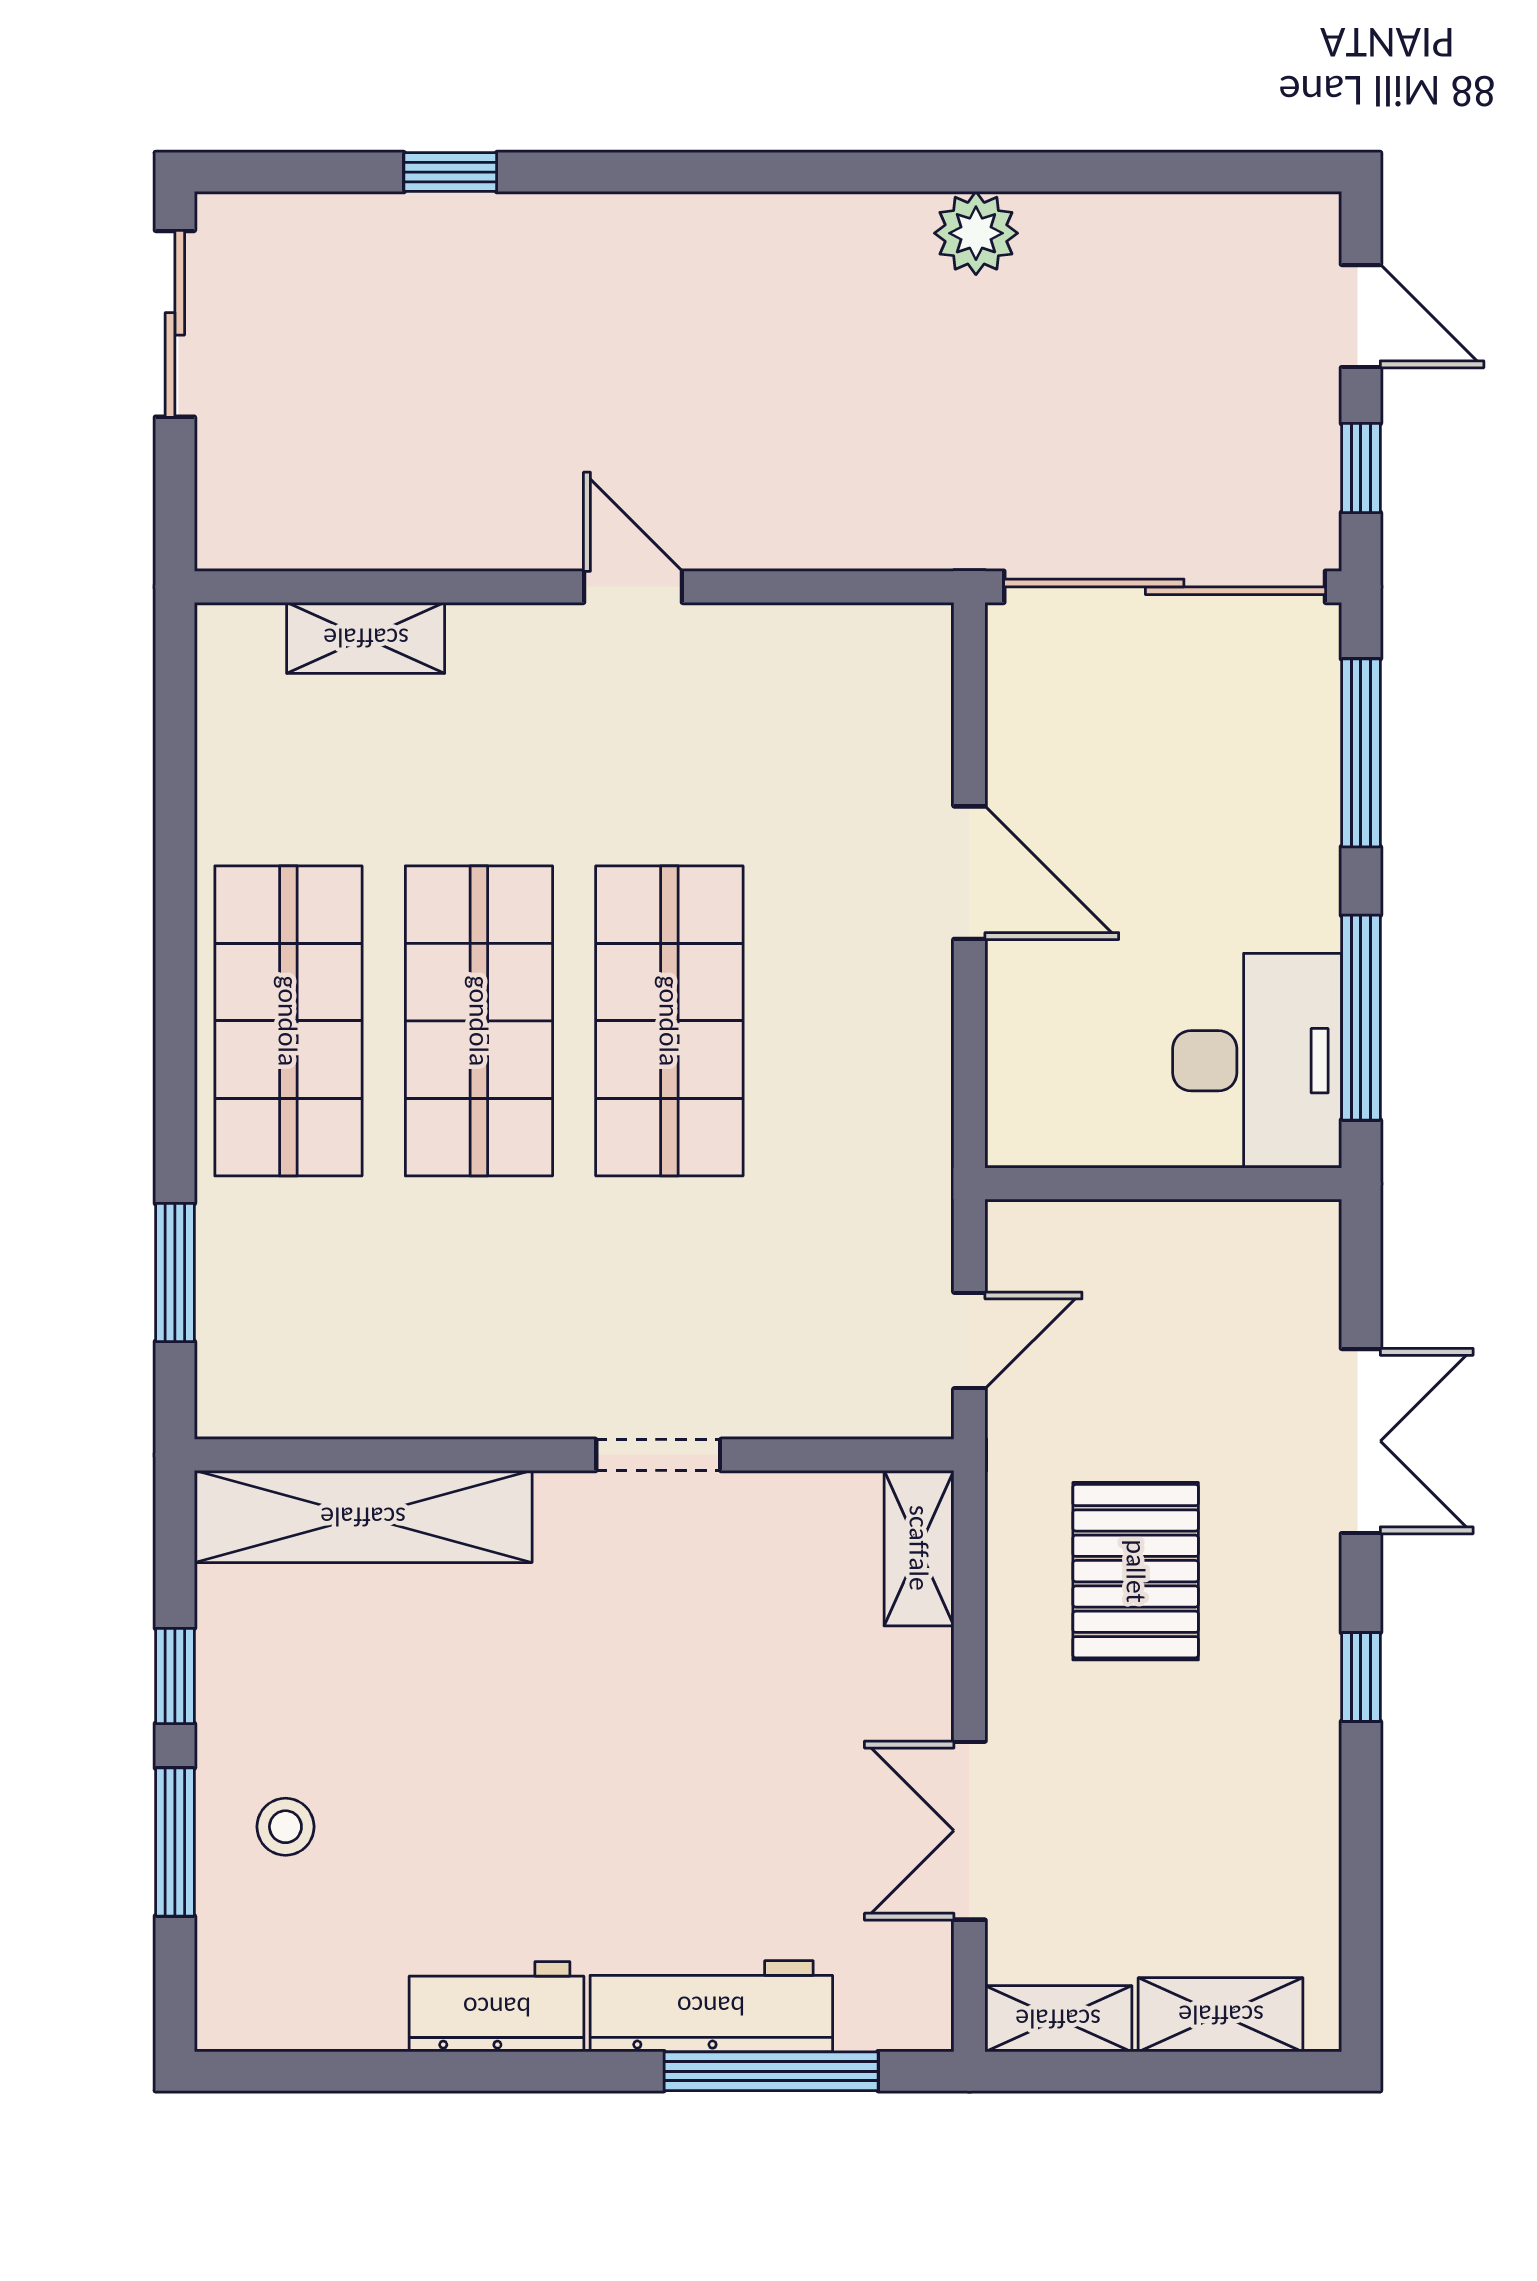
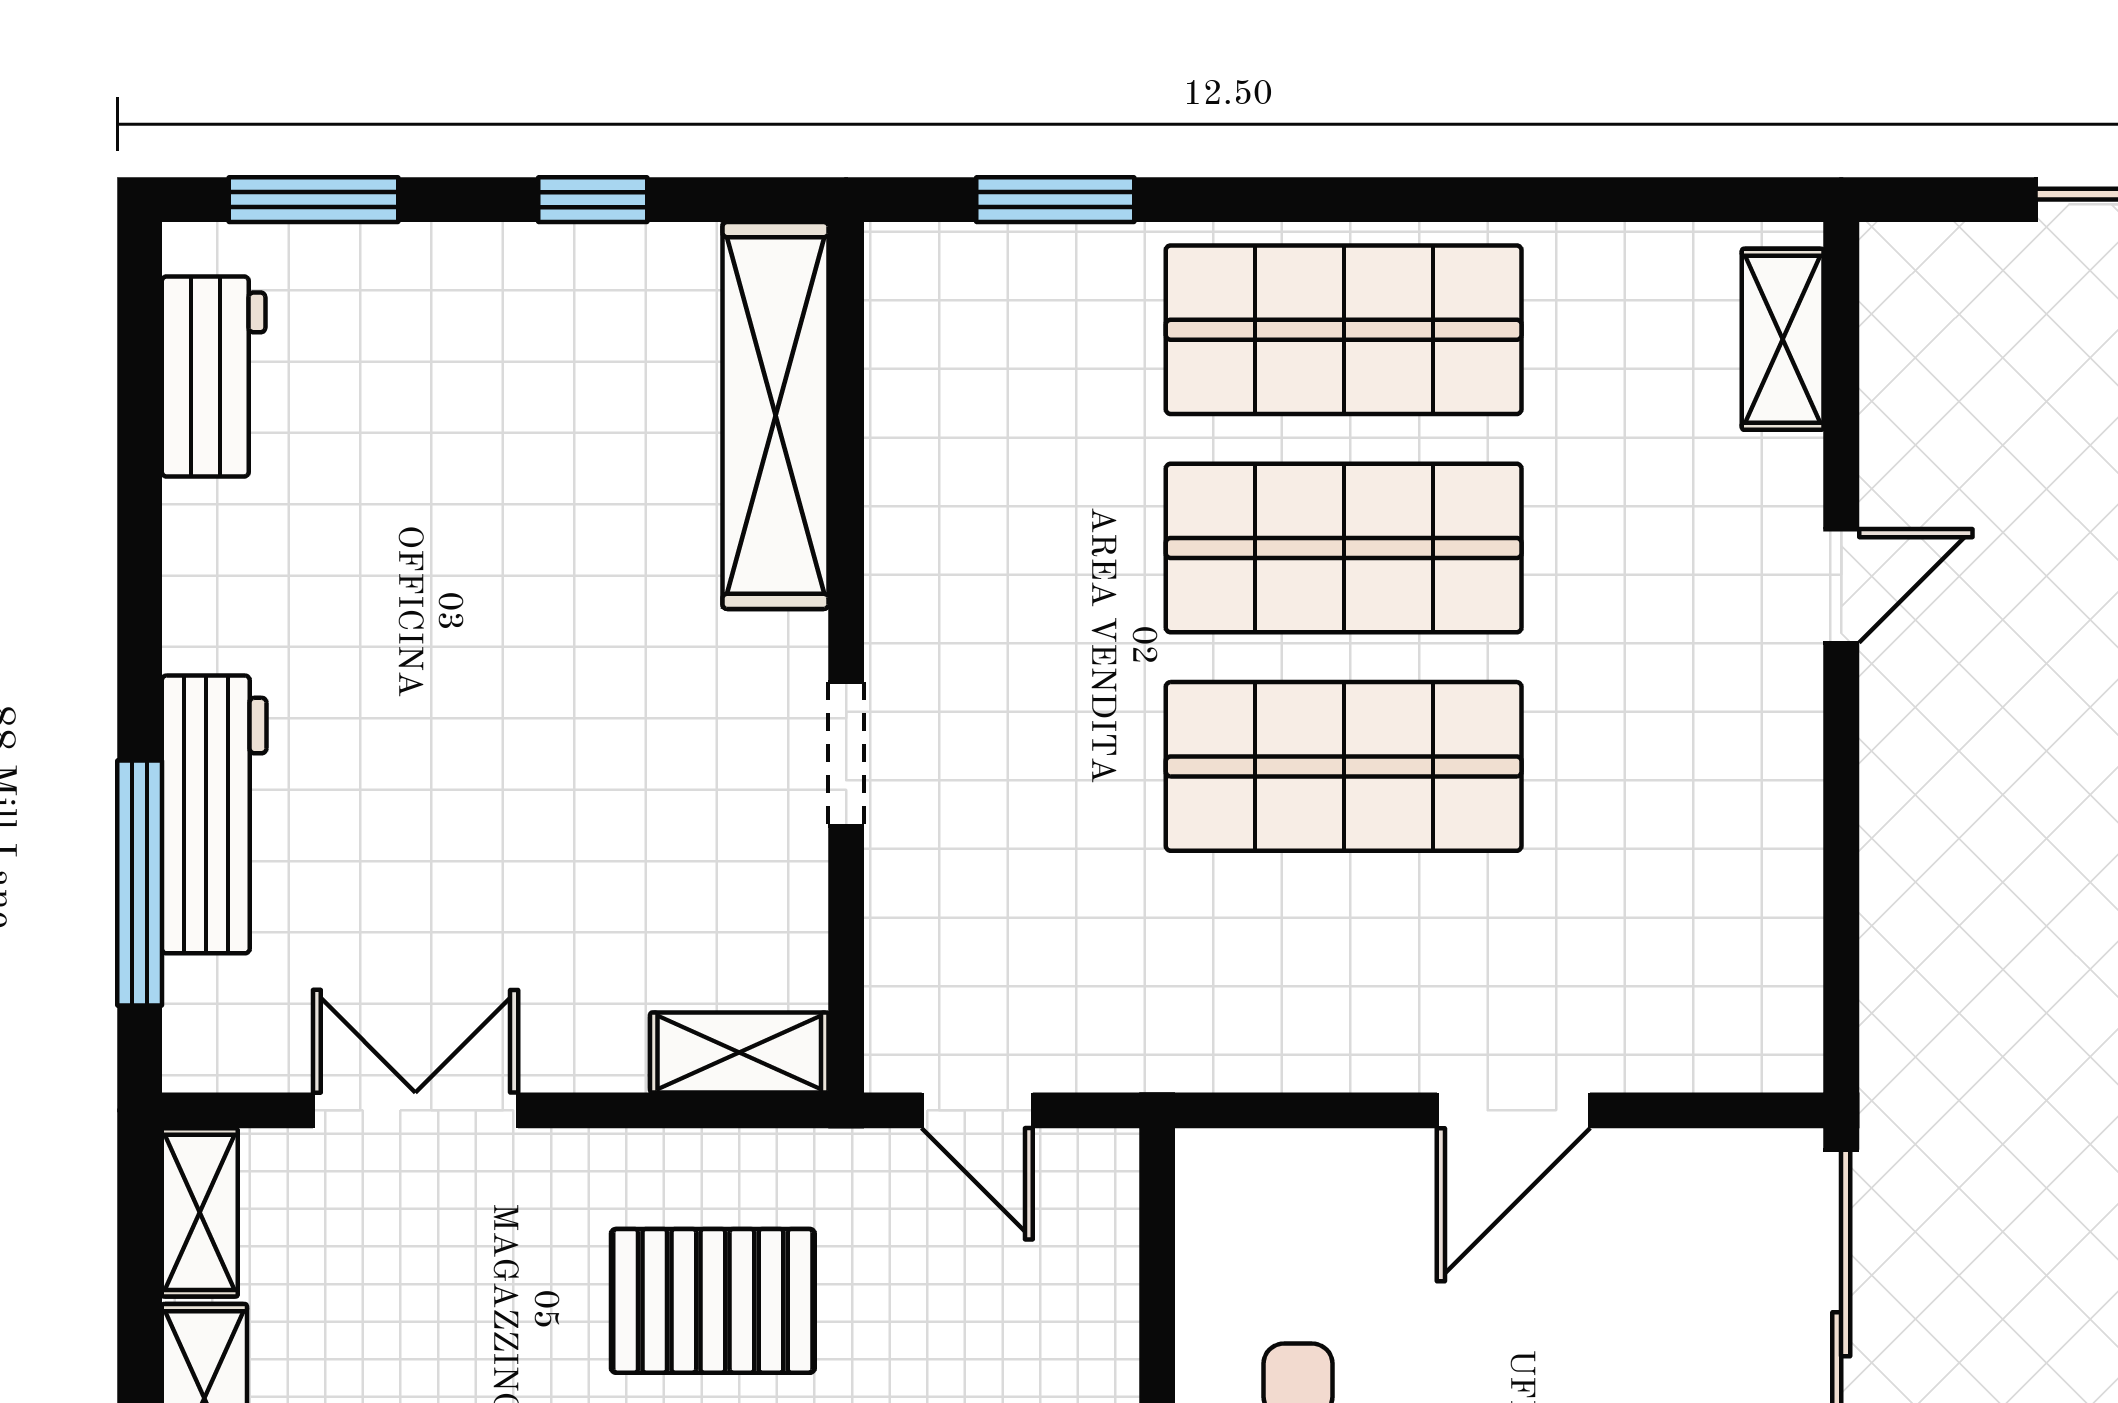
door: (633, 587) -> (1841, 586), moved
shelving: (366, 638) -> (1783, 339), moved
stool: (285, 1827) -> (420, 326), removed
window: (175, 1842) -> (313, 200), moved
workbench: (497, 2007) -> (214, 377), moved

